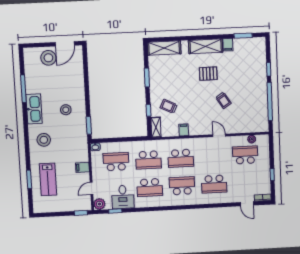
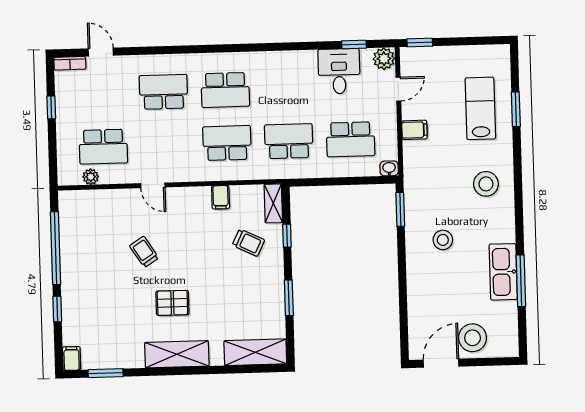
filing cabinet: (228, 45) -> (72, 358), moved
kitchen sink: (34, 109) -> (503, 272), moved
school desk: (150, 188) -> (287, 88), removed

